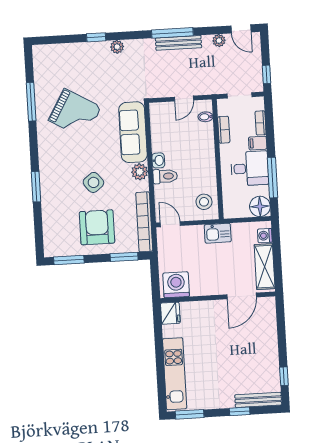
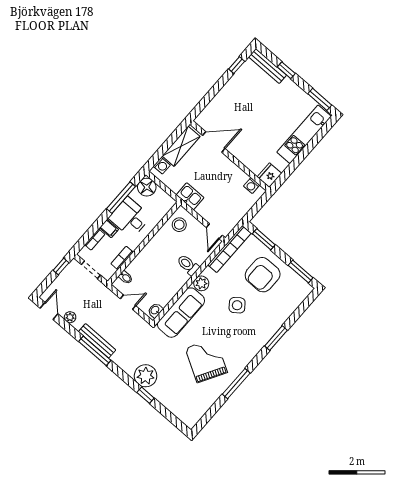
plant: (117, 47) -> (146, 376), width x1.88, depth x1.88
window: (31, 102) -> (236, 384), moved
washbasin: (158, 160) -> (155, 310), moved
washing machine: (176, 285) -> (252, 186), width x0.53, depth x0.53

